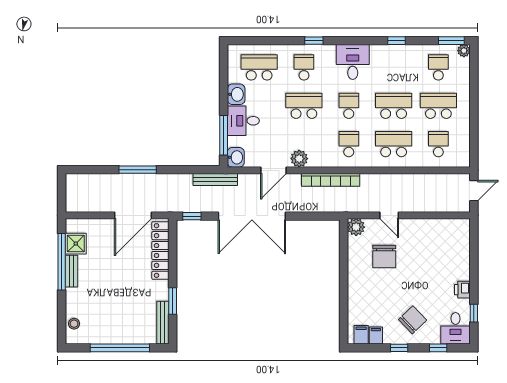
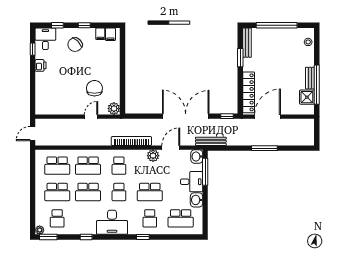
desk: (353, 62) -> (112, 222), width x1.37
school desk: (438, 144) -> (57, 166), width x1.85
door: (389, 215) -> (91, 117), hinge flipped

